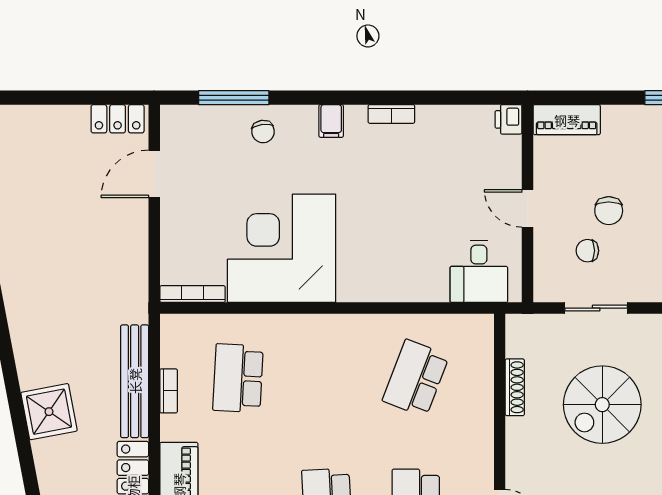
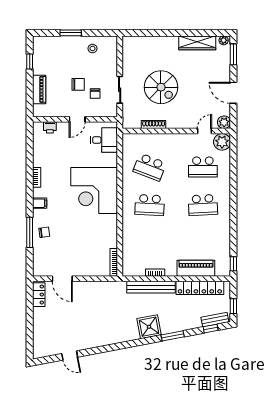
window: (234, 98) -> (30, 232), moved
printer: (509, 119) -> (50, 127), moved
piano: (567, 120) -> (39, 89), moved
corner desk: (282, 248) -> (94, 190), moved
school desk: (238, 378) -> (150, 205), moved
shower: (49, 412) -> (149, 327), moved
window: (21, 432) -> (173, 336), added

